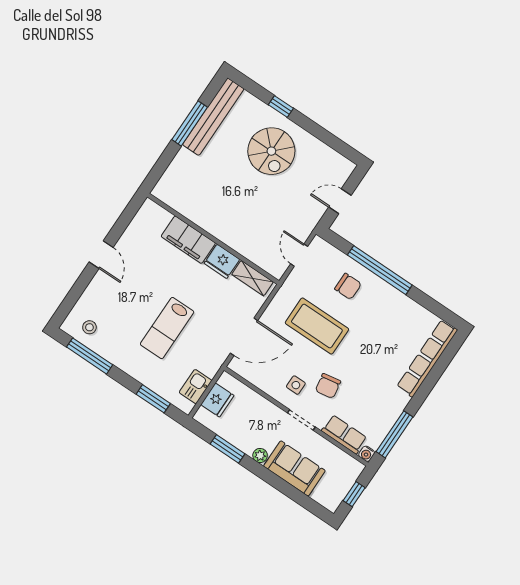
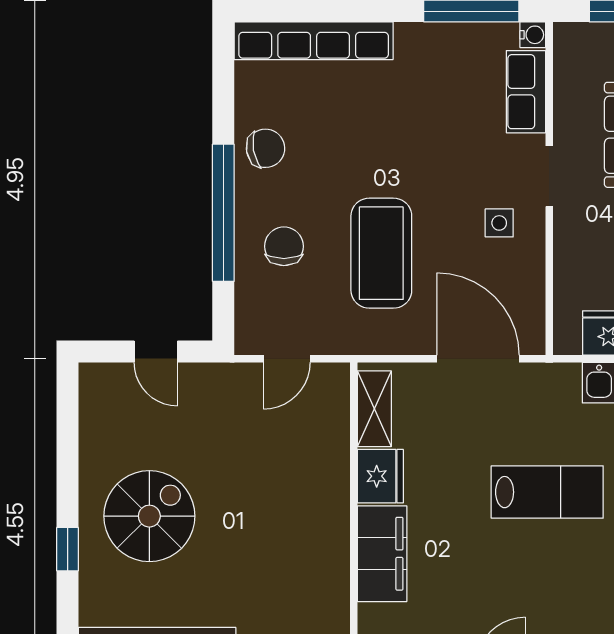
chair: (328, 386) -> (266, 148), moved

